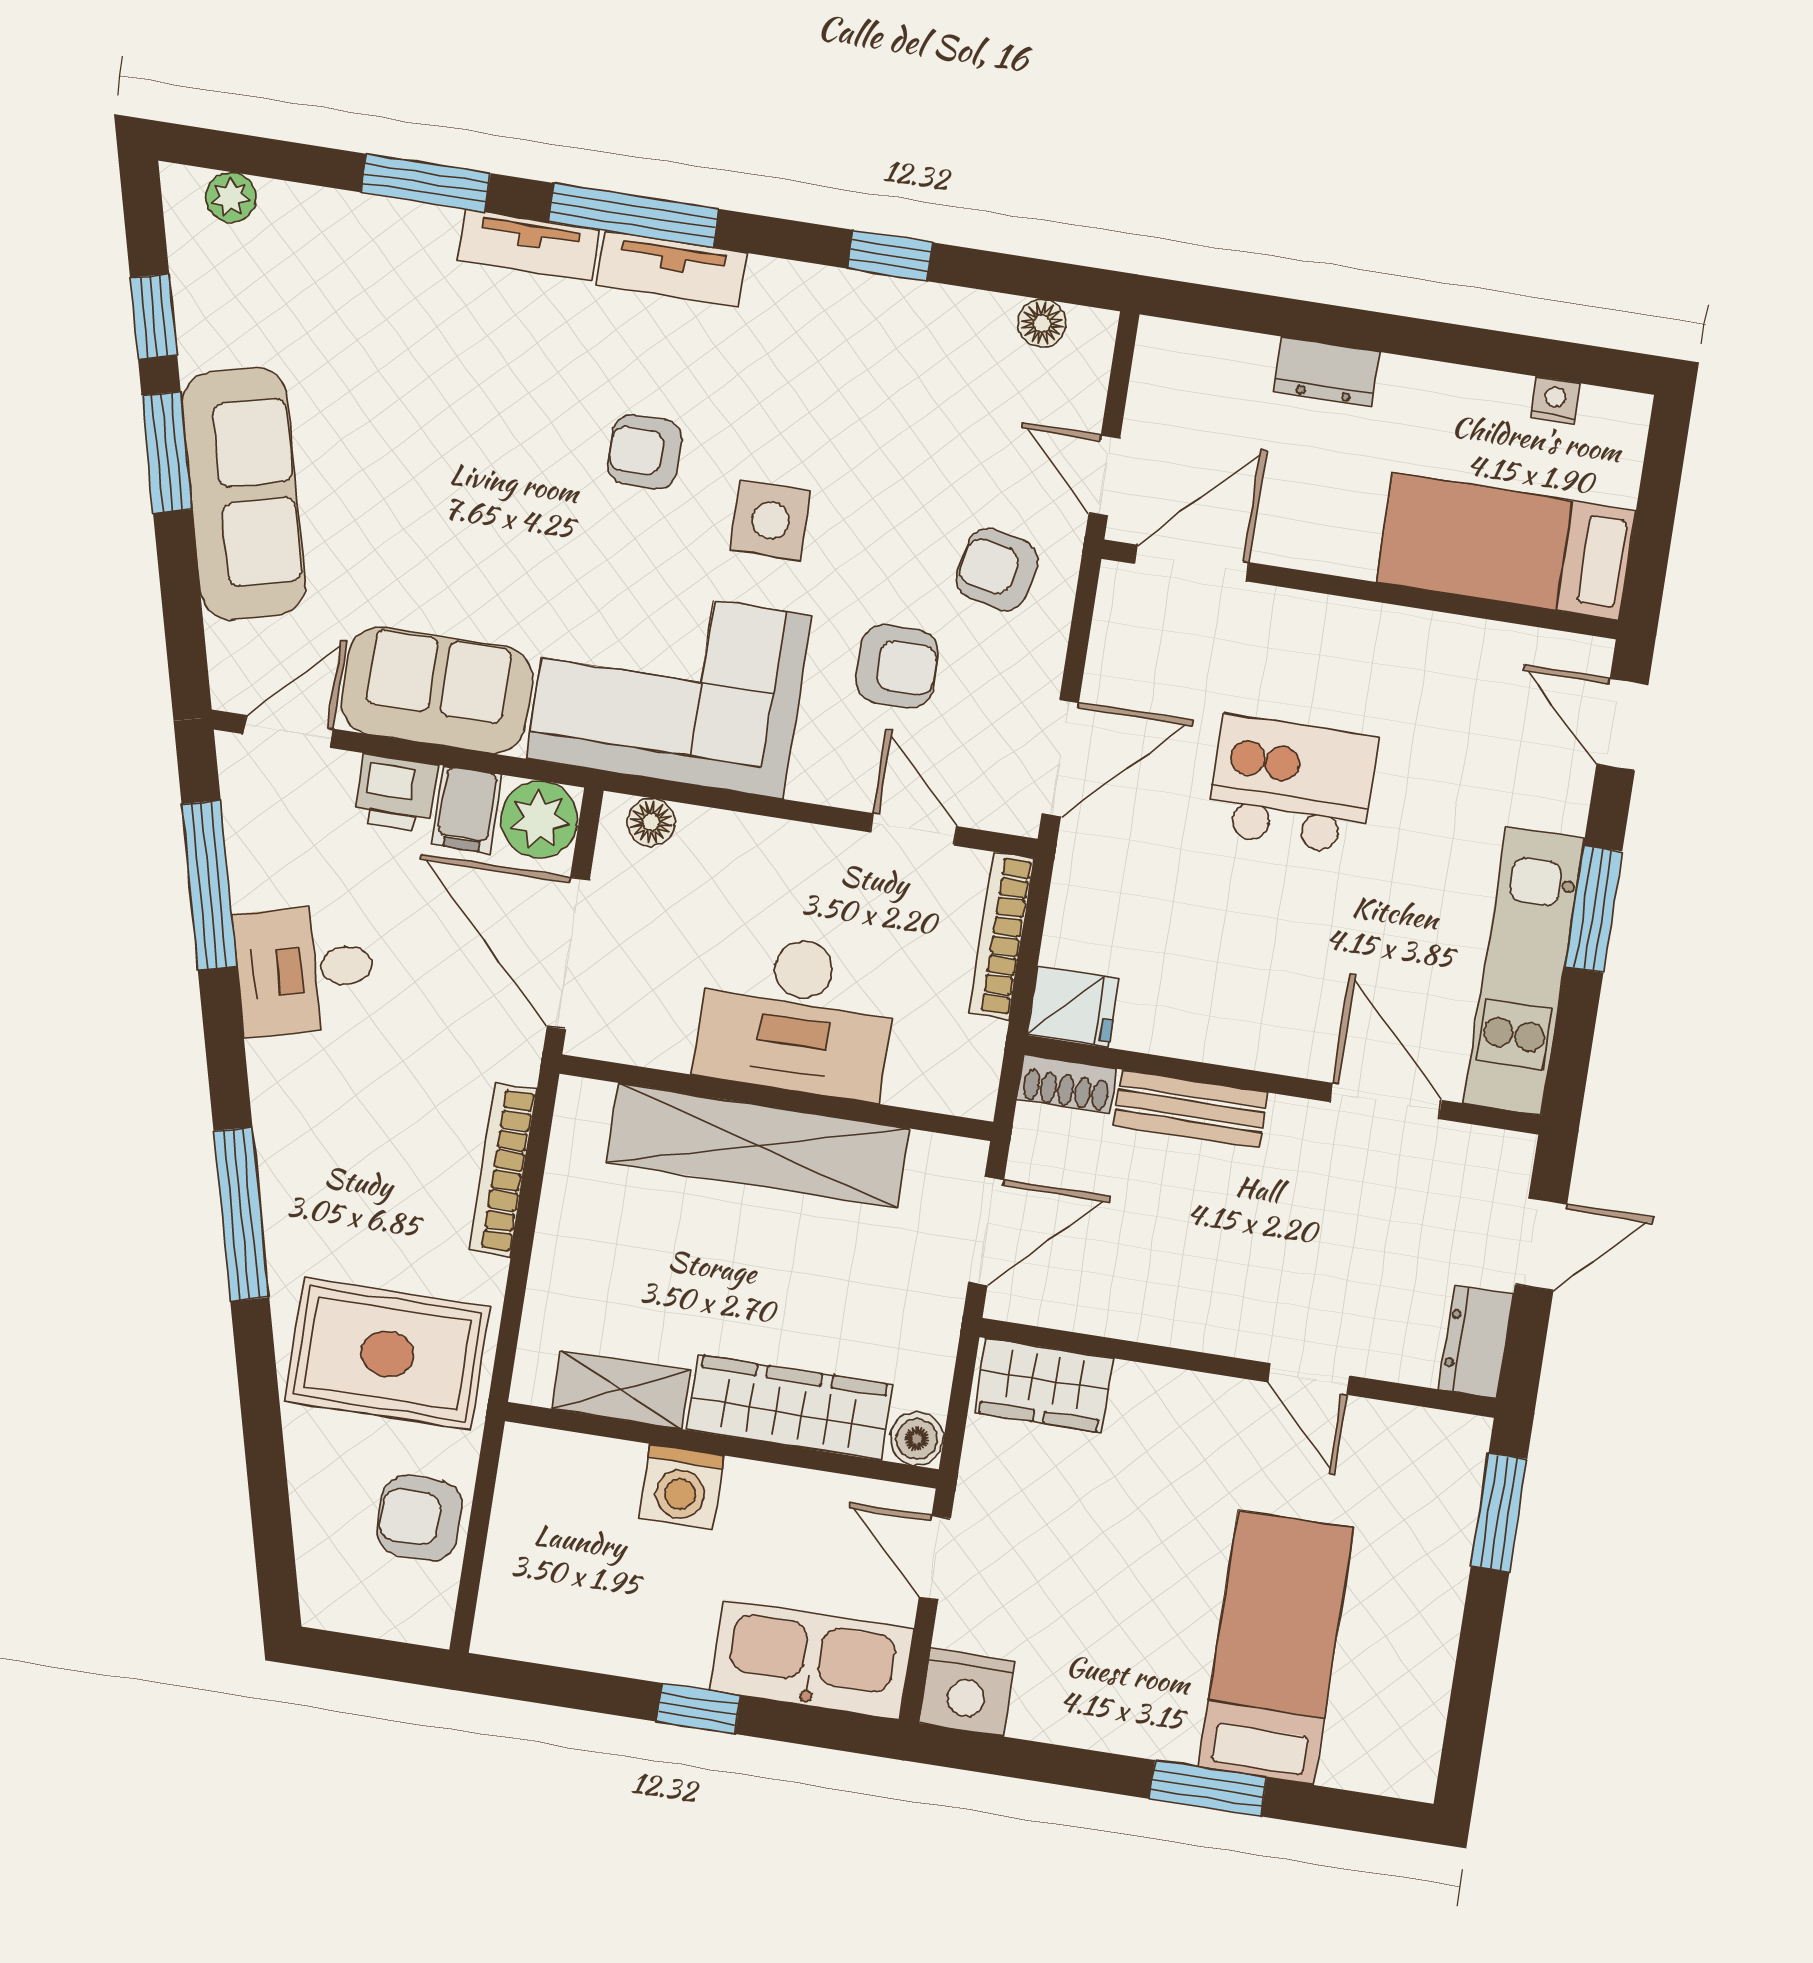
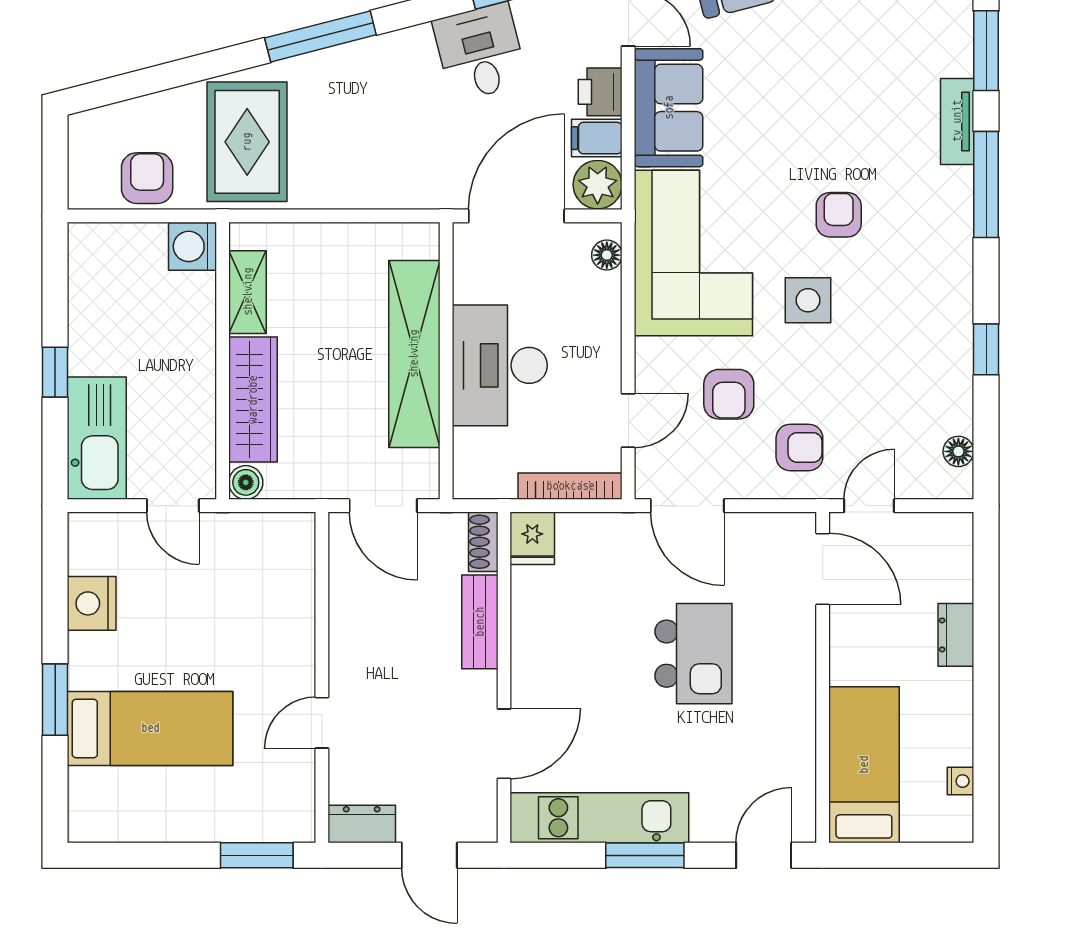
tv unit: (672, 269) -> (956, 214), removed
armchair: (997, 570) -> (799, 447), turned 78
bookcase: (503, 1170) -> (374, 196), removed
wardrobe: (1044, 1385) -> (292, 557), removed
washing machine: (681, 1487) -> (193, 246), moved
door: (935, 1558) -> (173, 506), swing flipped
nightstand: (967, 1692) -> (92, 603), moved

